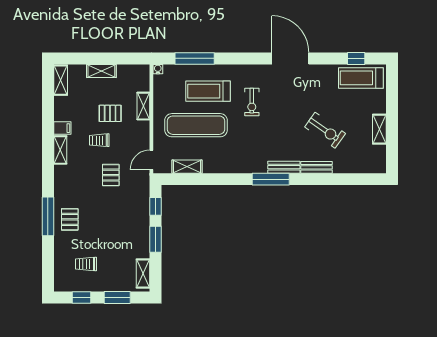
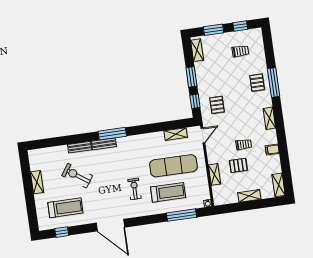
treadmill: (361, 78) -> (65, 208), moved
shelving: (60, 150) -> (269, 118), moved
pallet: (111, 175) -> (217, 105), moved

